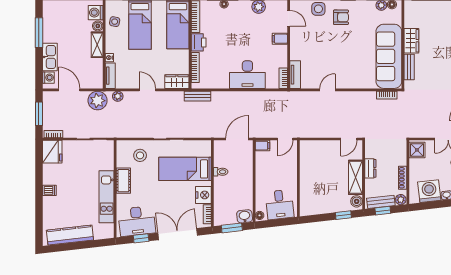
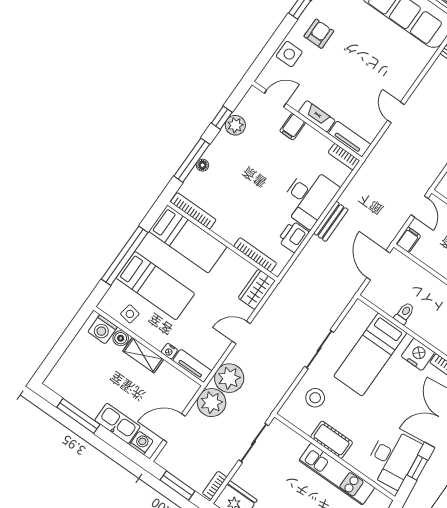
printer: (199, 42) -> (293, 237), moved, turned -90
fireplace: (295, 48) -> (317, 116), added
plant: (118, 96) -> (229, 378), width x1.87, depth x1.87
bench: (197, 96) -> (331, 221), moved

